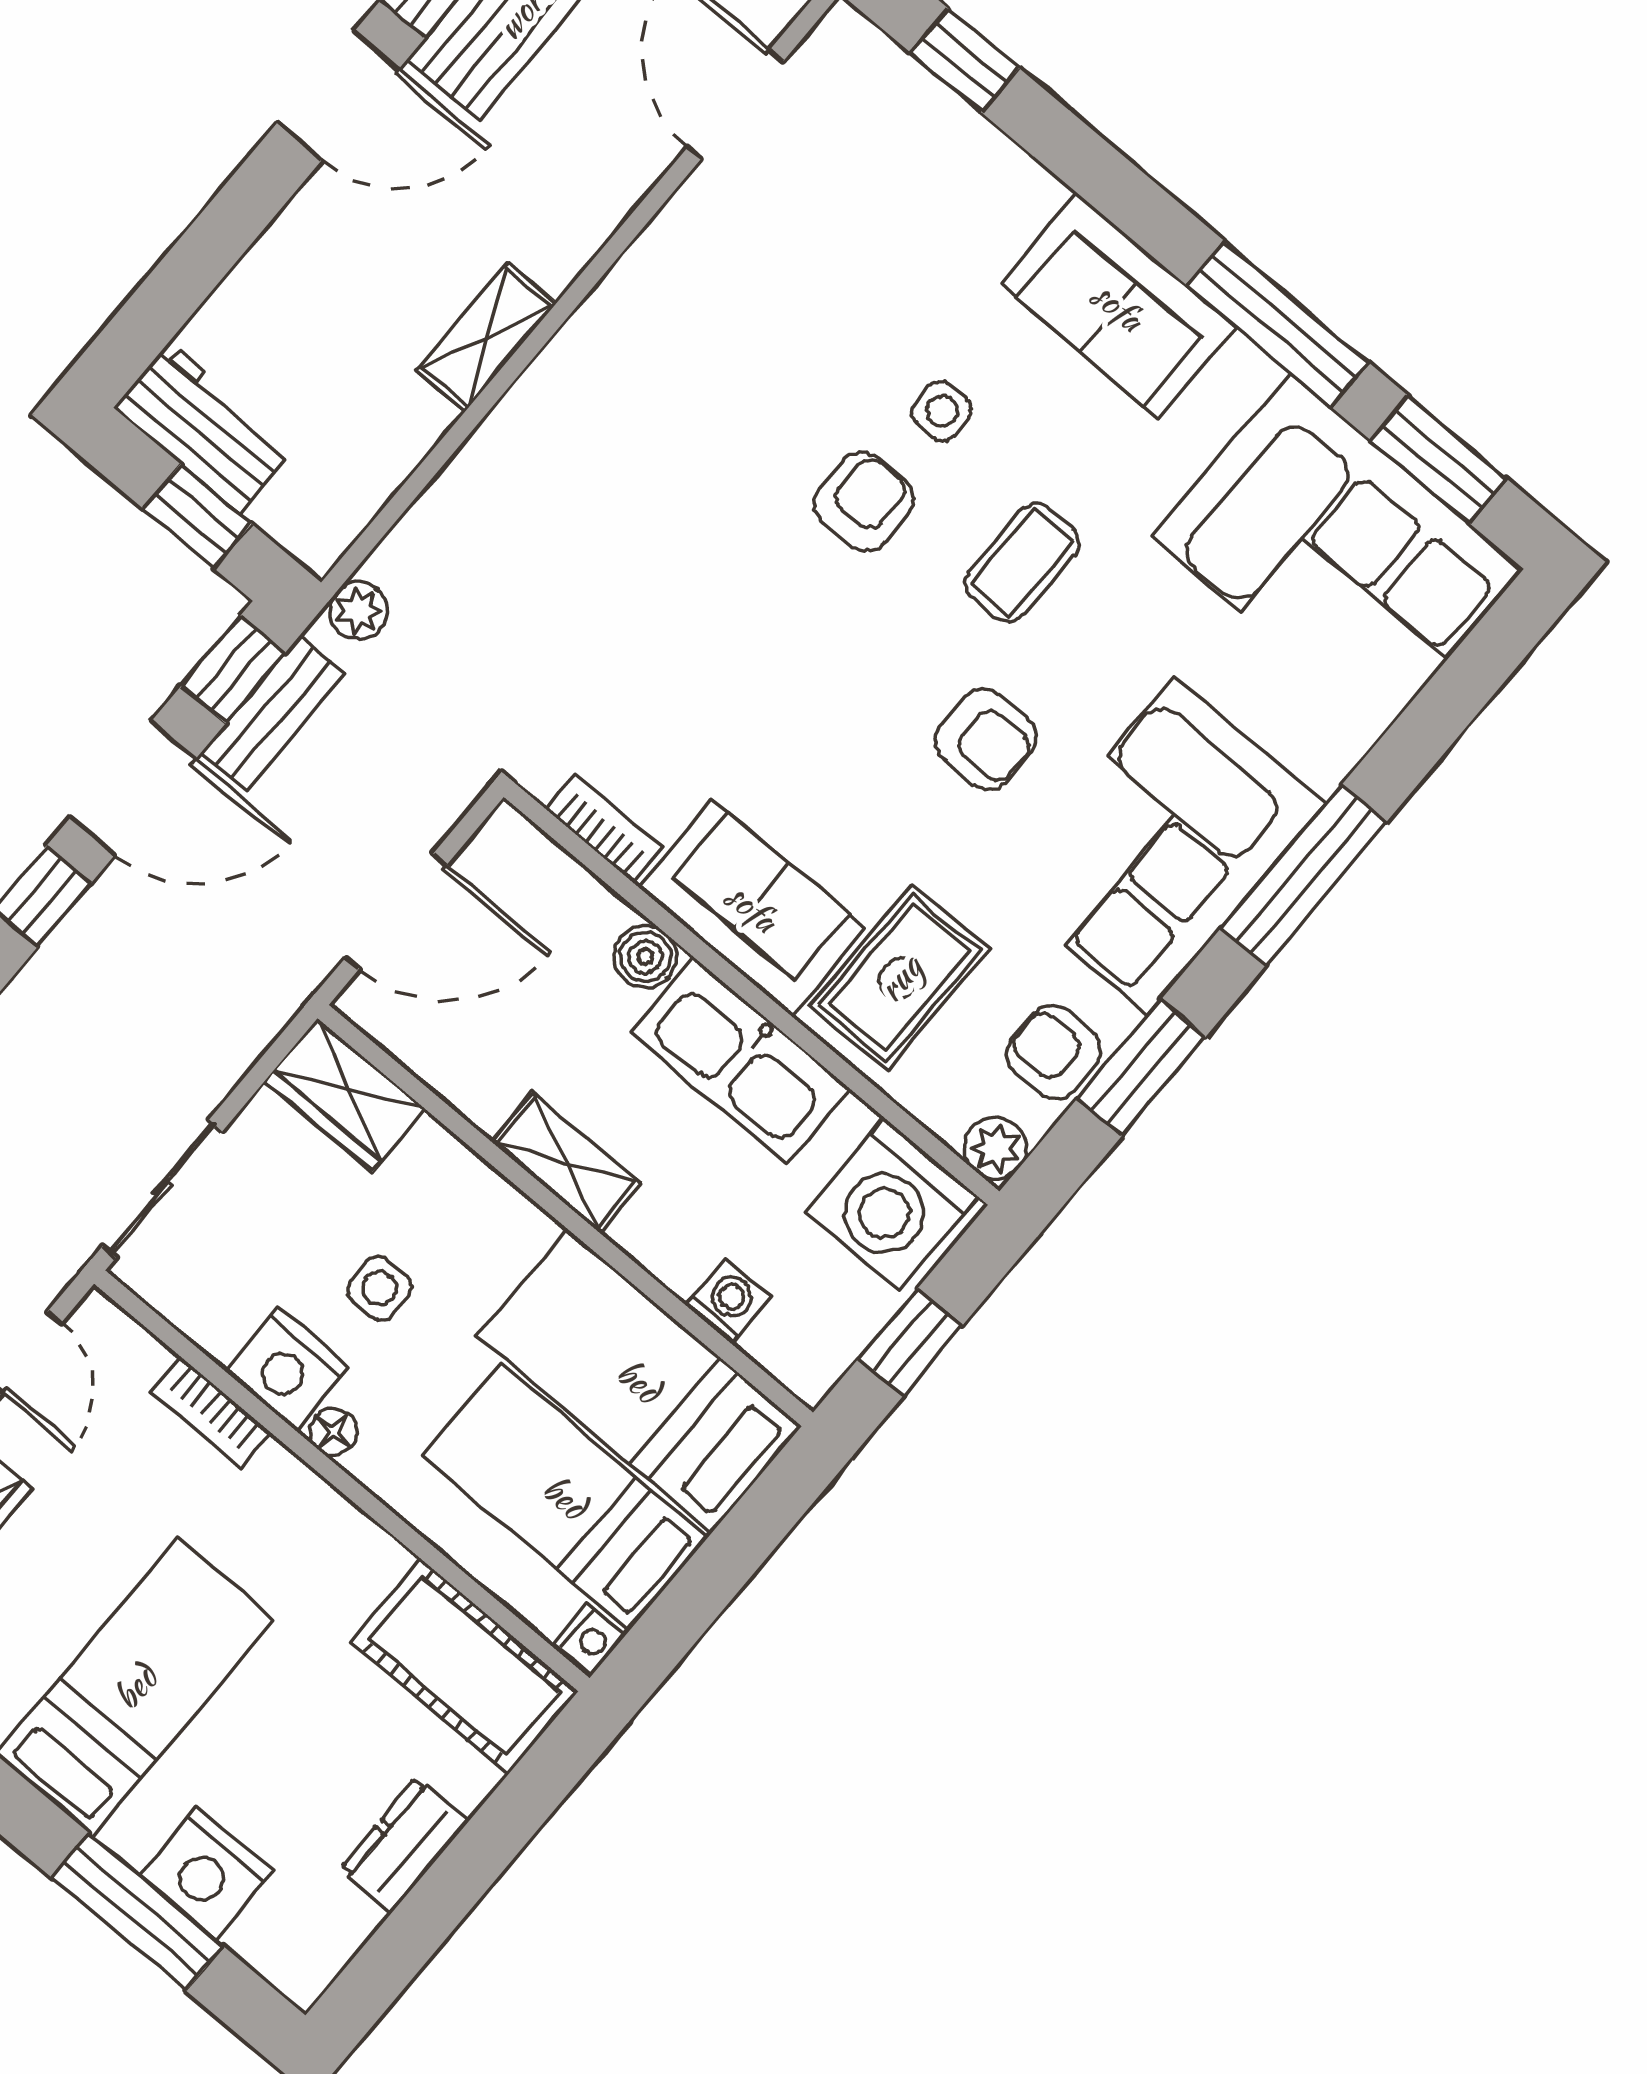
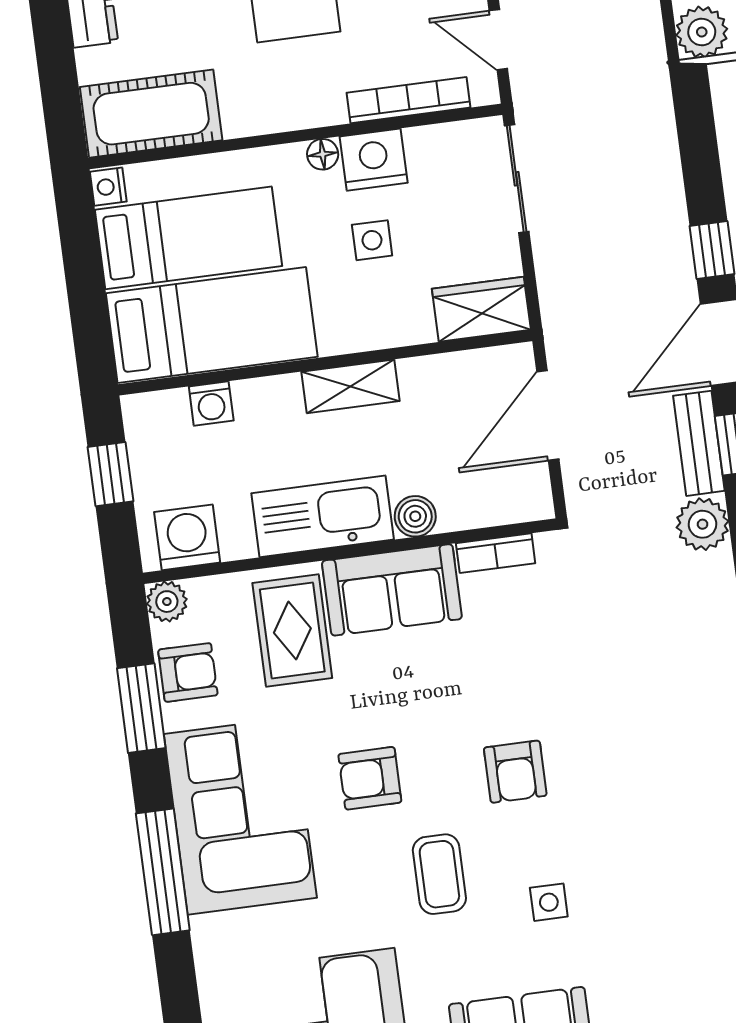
armchair: (863, 502) -> (515, 772), moved
plant: (358, 611) -> (703, 524), width x1.38, depth x1.38
washing machine: (892, 1204) -> (187, 537), width x0.73, depth x0.73
bookcase: (210, 1412) -> (408, 100), width x1.56

